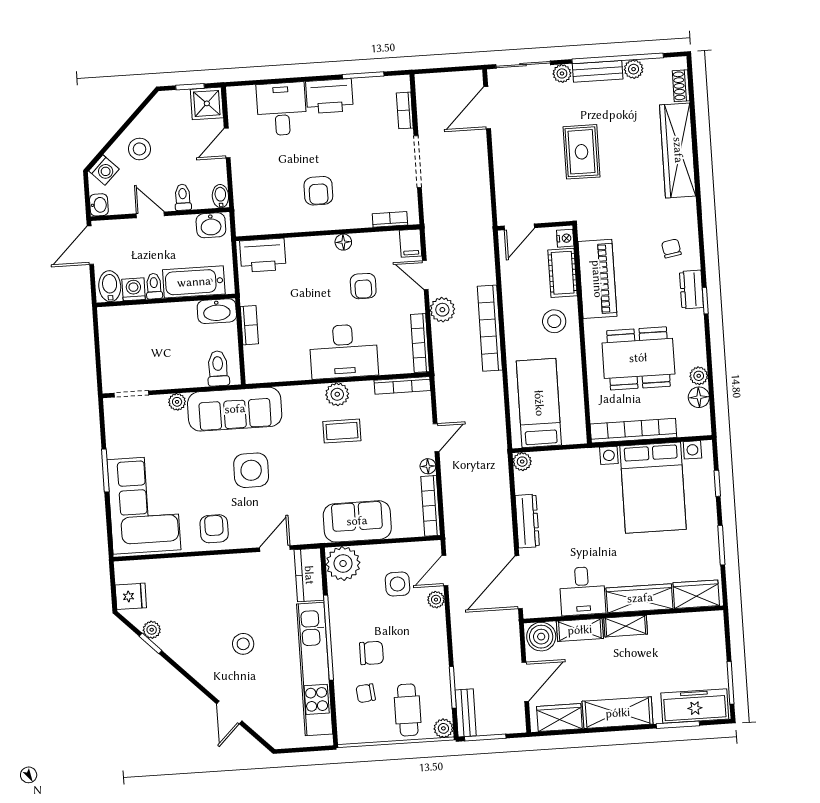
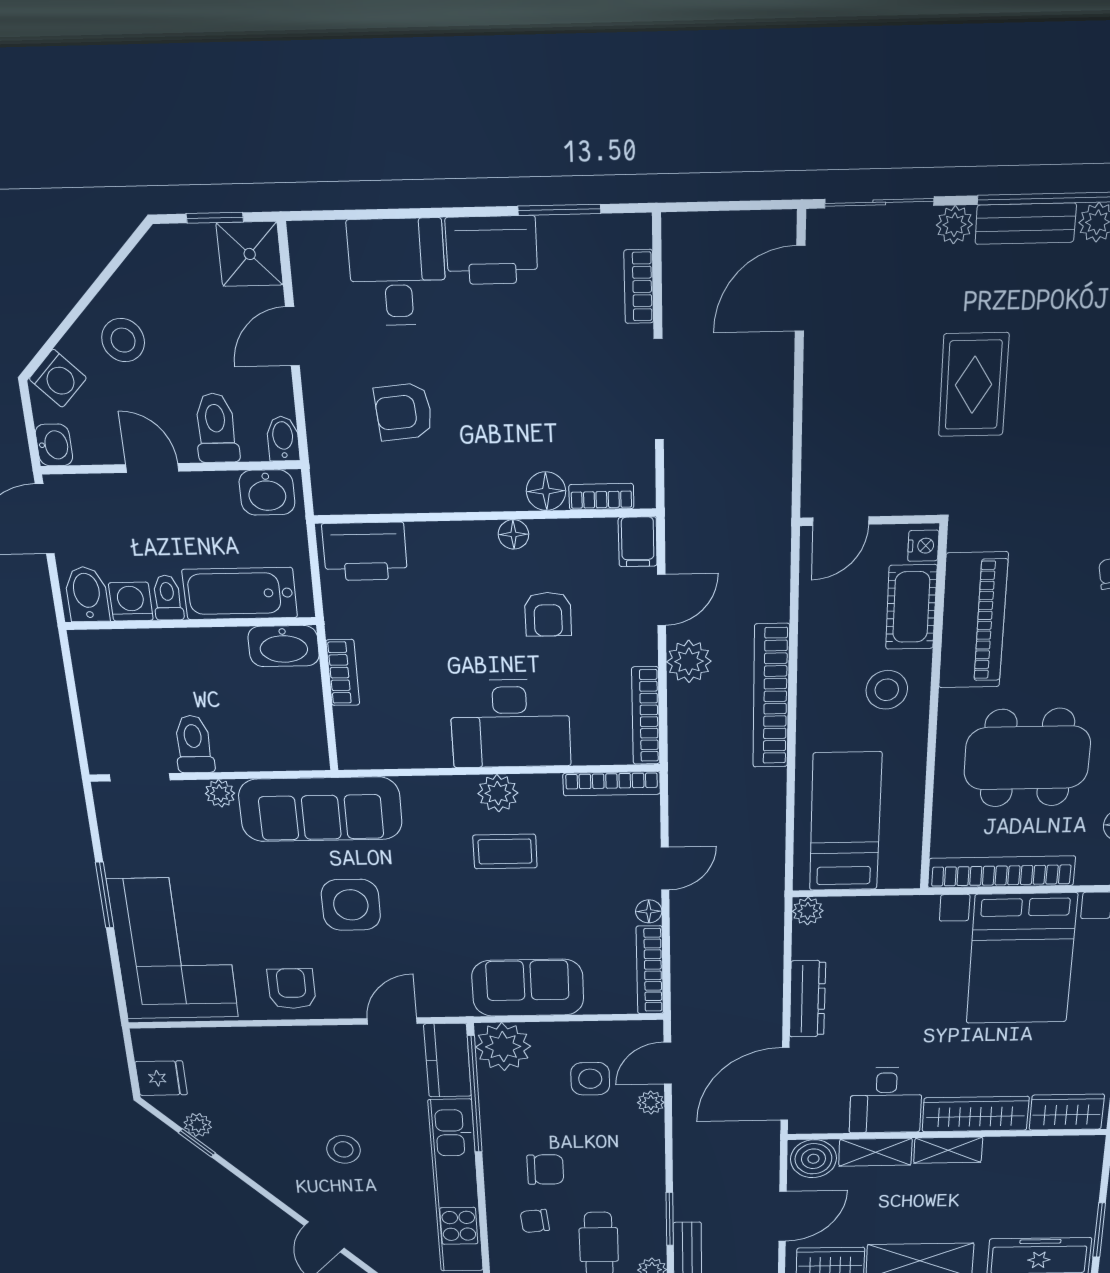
armchair: (318, 191) -> (404, 412), moved, turned 85
toilet: (183, 197) -> (216, 428), width x1.37, depth x1.39
floor lamp: (360, 218) -> (546, 491), added
door: (425, 275) -> (662, 600), swing flipped
toilet: (218, 368) -> (194, 744), moved
window: (329, 638) -> (475, 1095), moved

